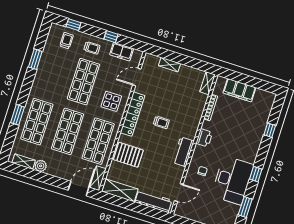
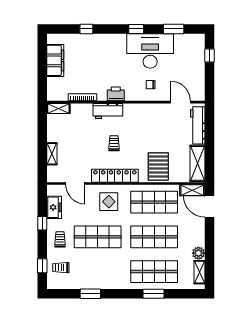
filing cabinet: (239, 90) -> (55, 60), moved
workbench: (183, 152) -> (108, 111), moved

